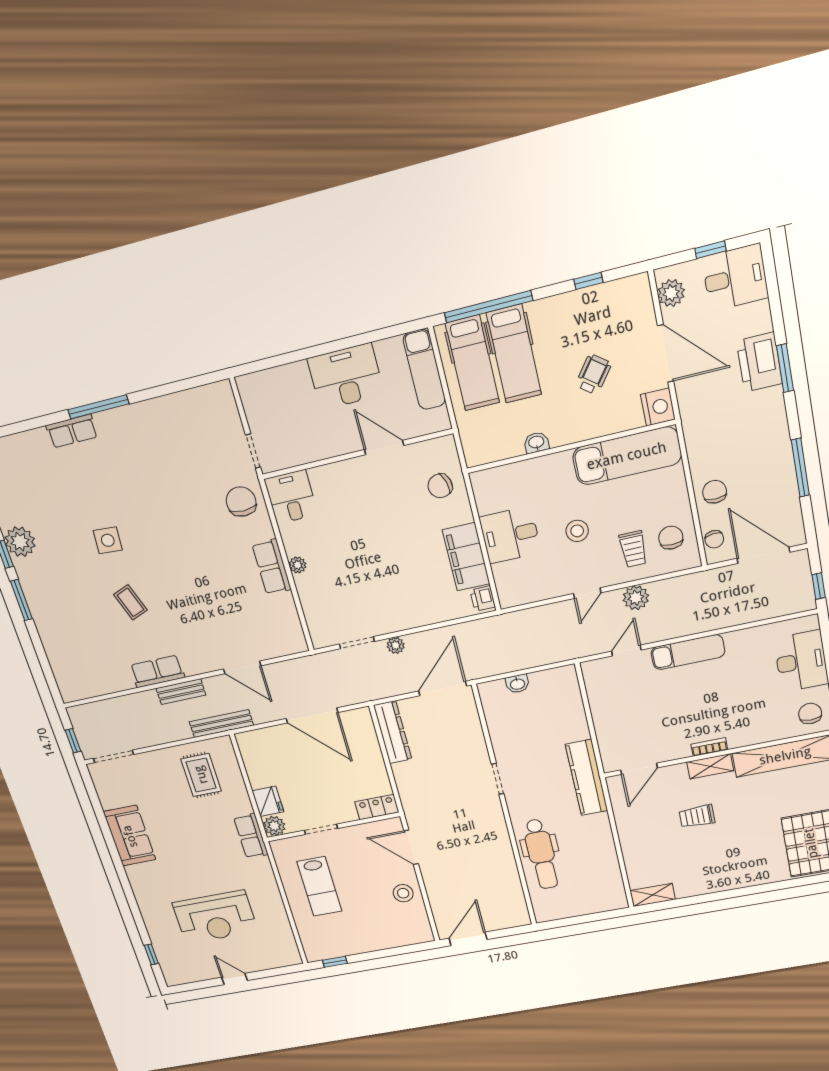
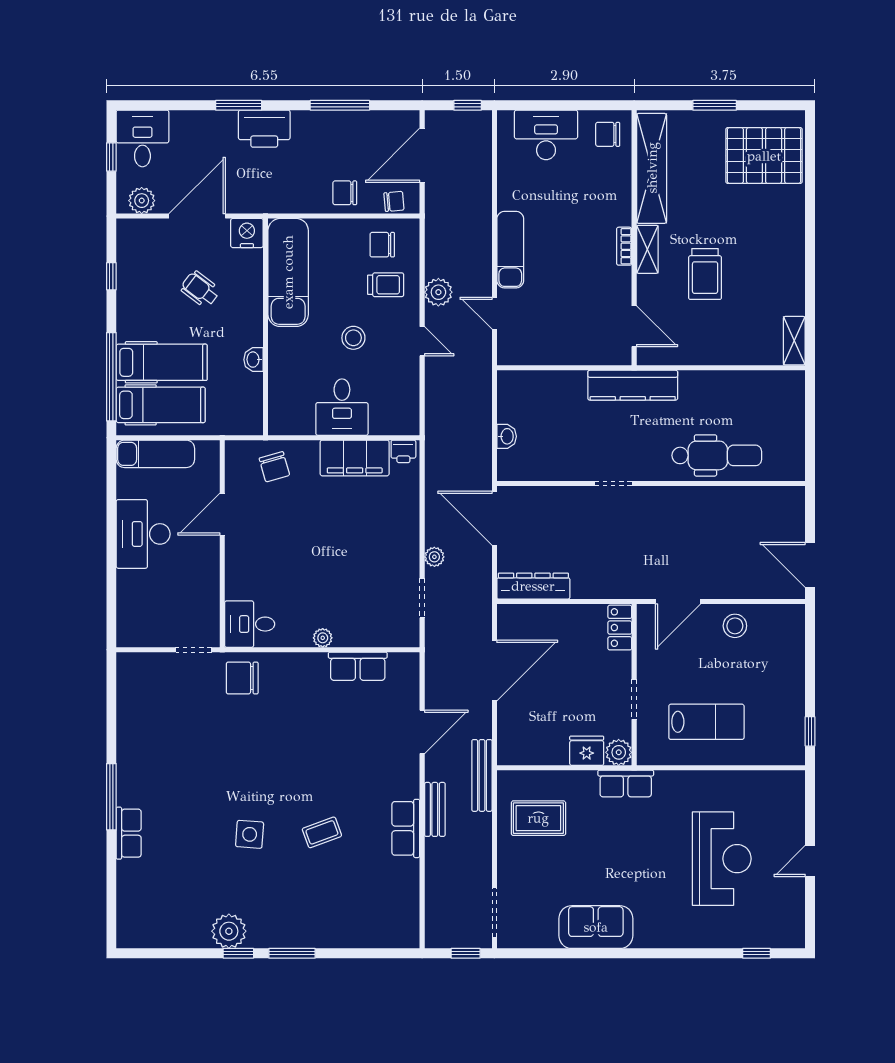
printer: (759, 362) -> (264, 129), moved
row of seats: (272, 567) -> (358, 666), moved
trolley: (697, 816) -> (705, 274), width x1.36, depth x1.39

